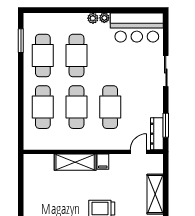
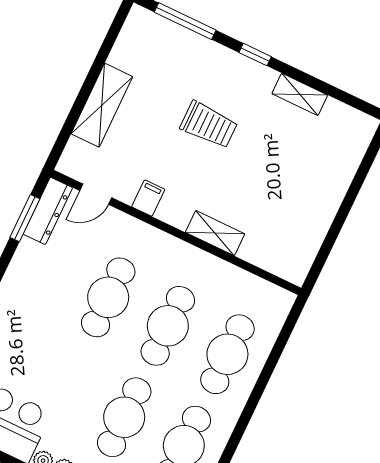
shelving: (75, 162) -> (215, 233), width x0.67, depth x0.75
filing cabinet: (103, 162) -> (148, 198), moved

